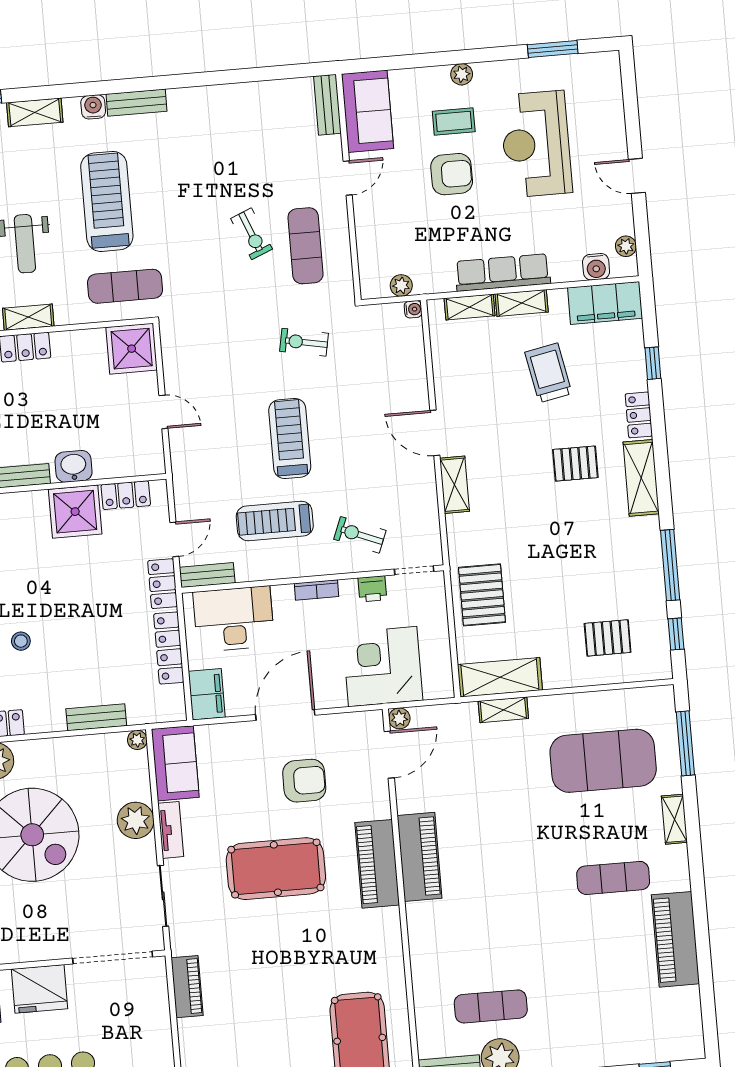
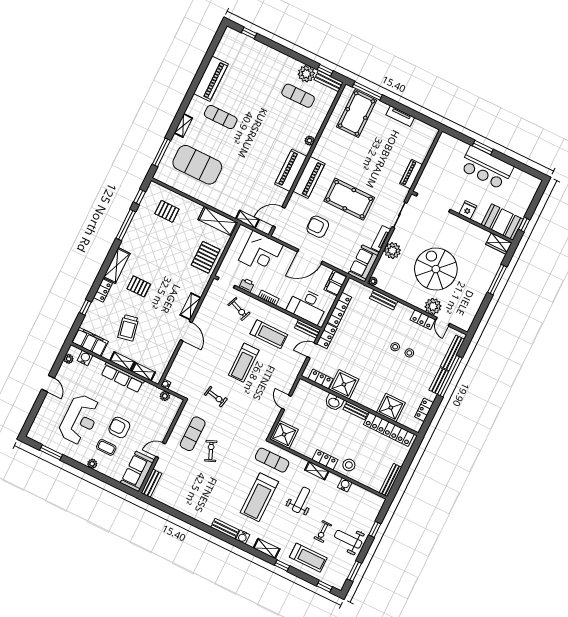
shelving: (503, 710) -> (247, 219), moved
plant: (399, 718) -> (310, 141), moved
fridge: (40, 989) -> (468, 210), width x0.53, depth x0.75

